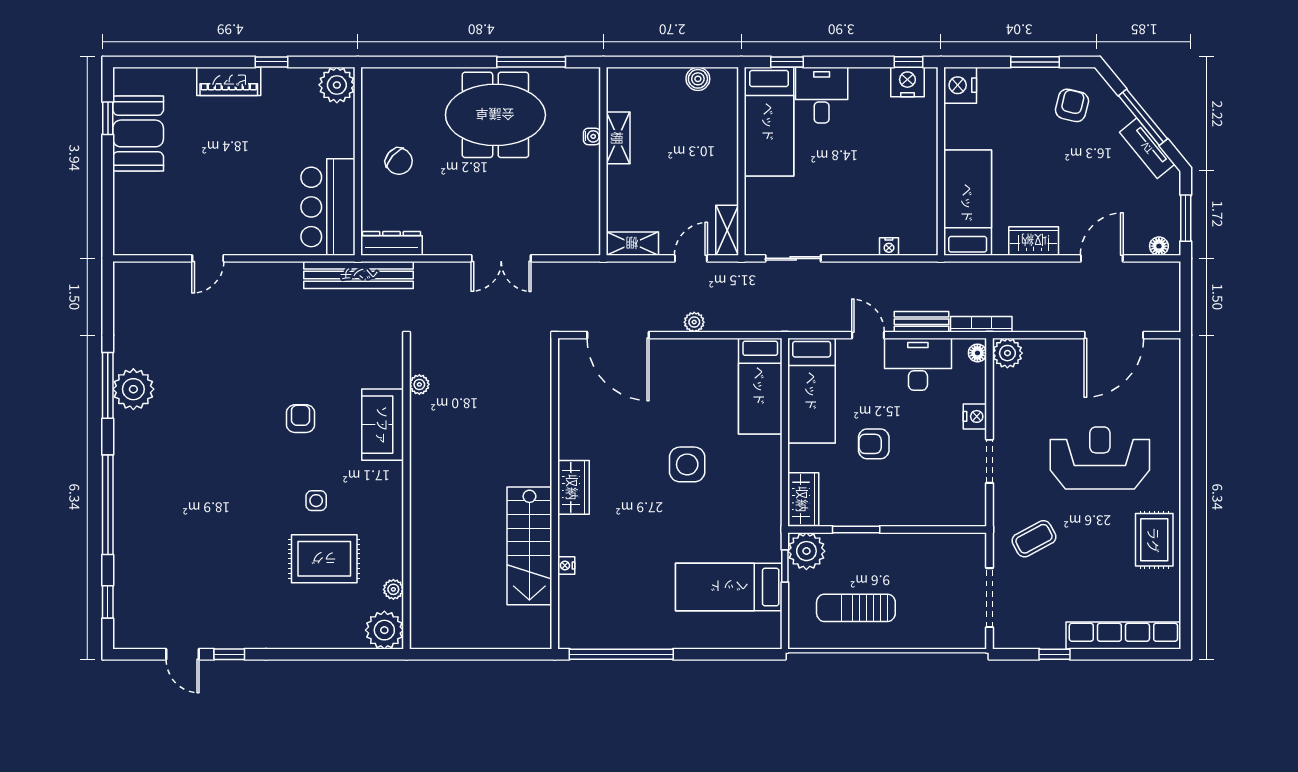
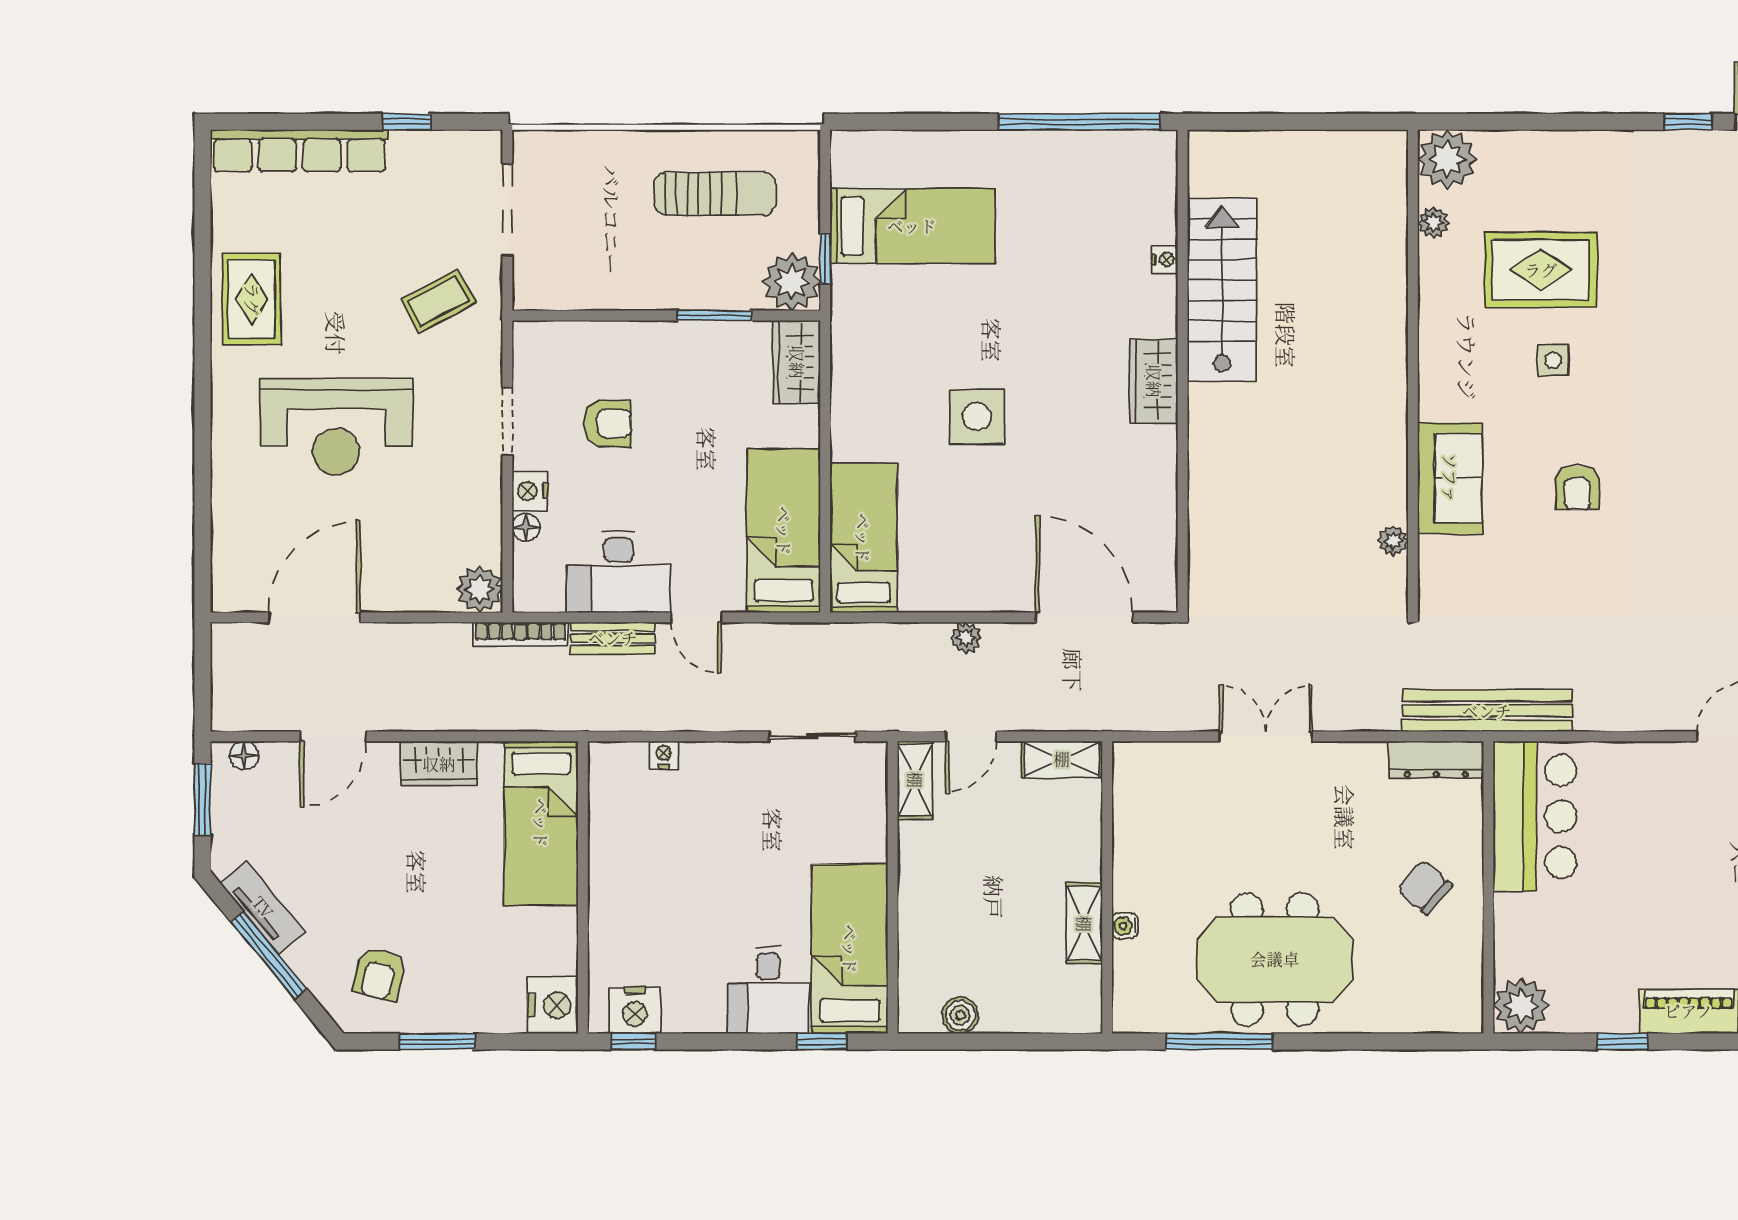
floor lamp: (977, 353) -> (526, 527), moved
armchair: (874, 444) -> (608, 424), moved

